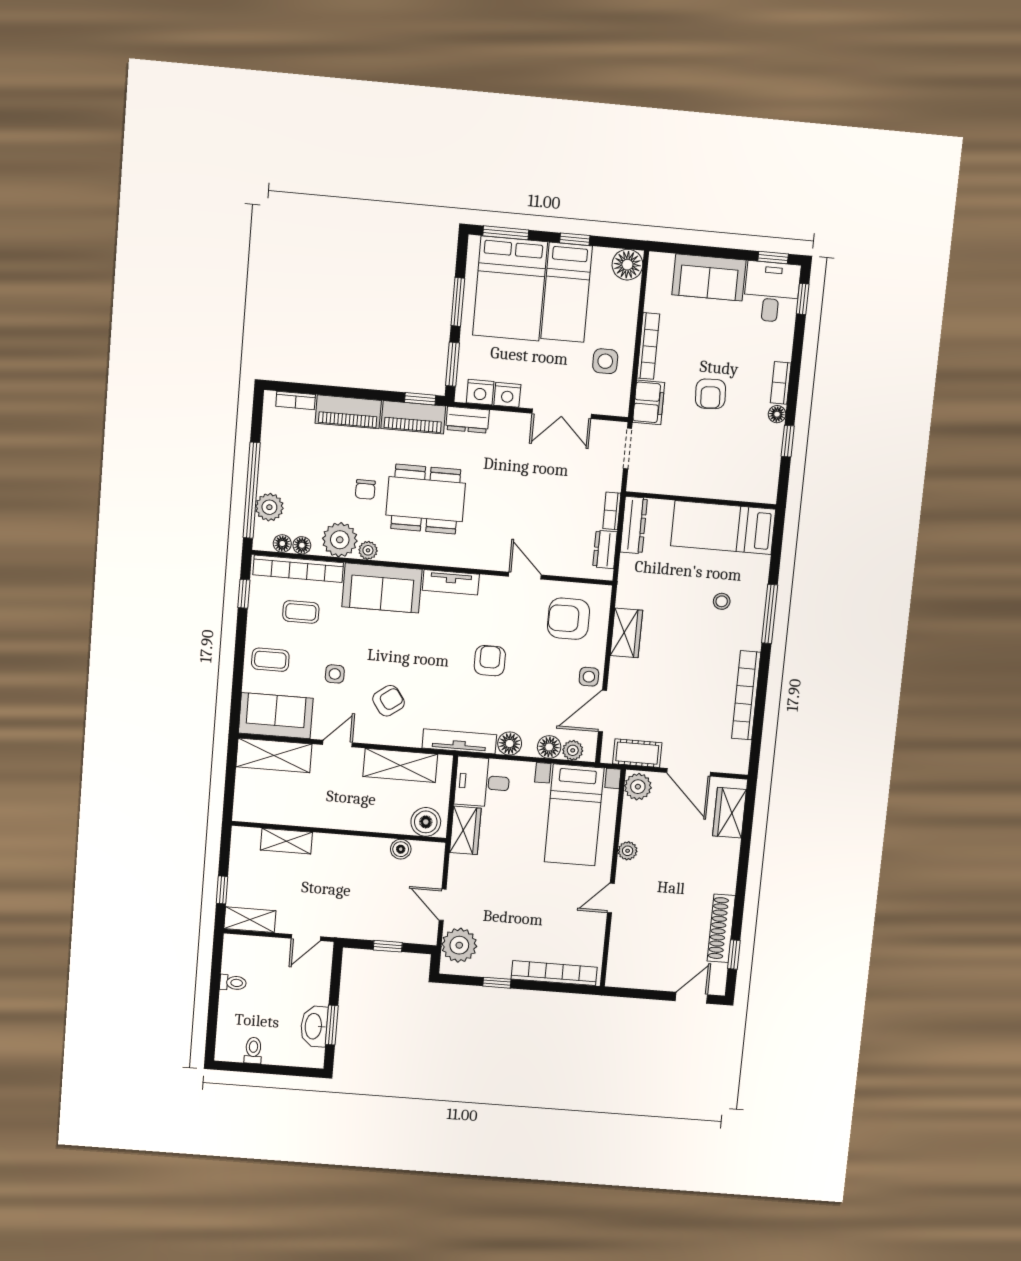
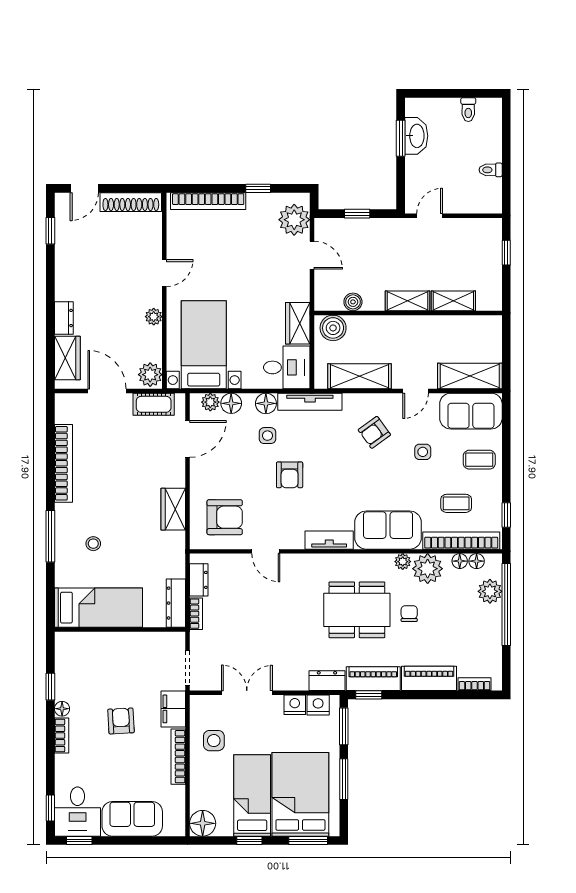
side table: (589, 677) -> (267, 436), moved
dresser: (729, 857) -> (64, 318), added
shelving: (250, 920) -> (407, 301), moved
shoe rack: (721, 928) -> (131, 202), moved, turned 90

